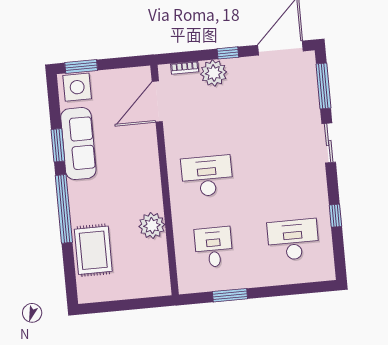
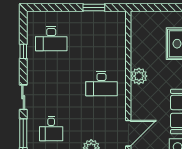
plant: (152, 226) -> (139, 76), moved
desk: (214, 247) -> (51, 128), moved

